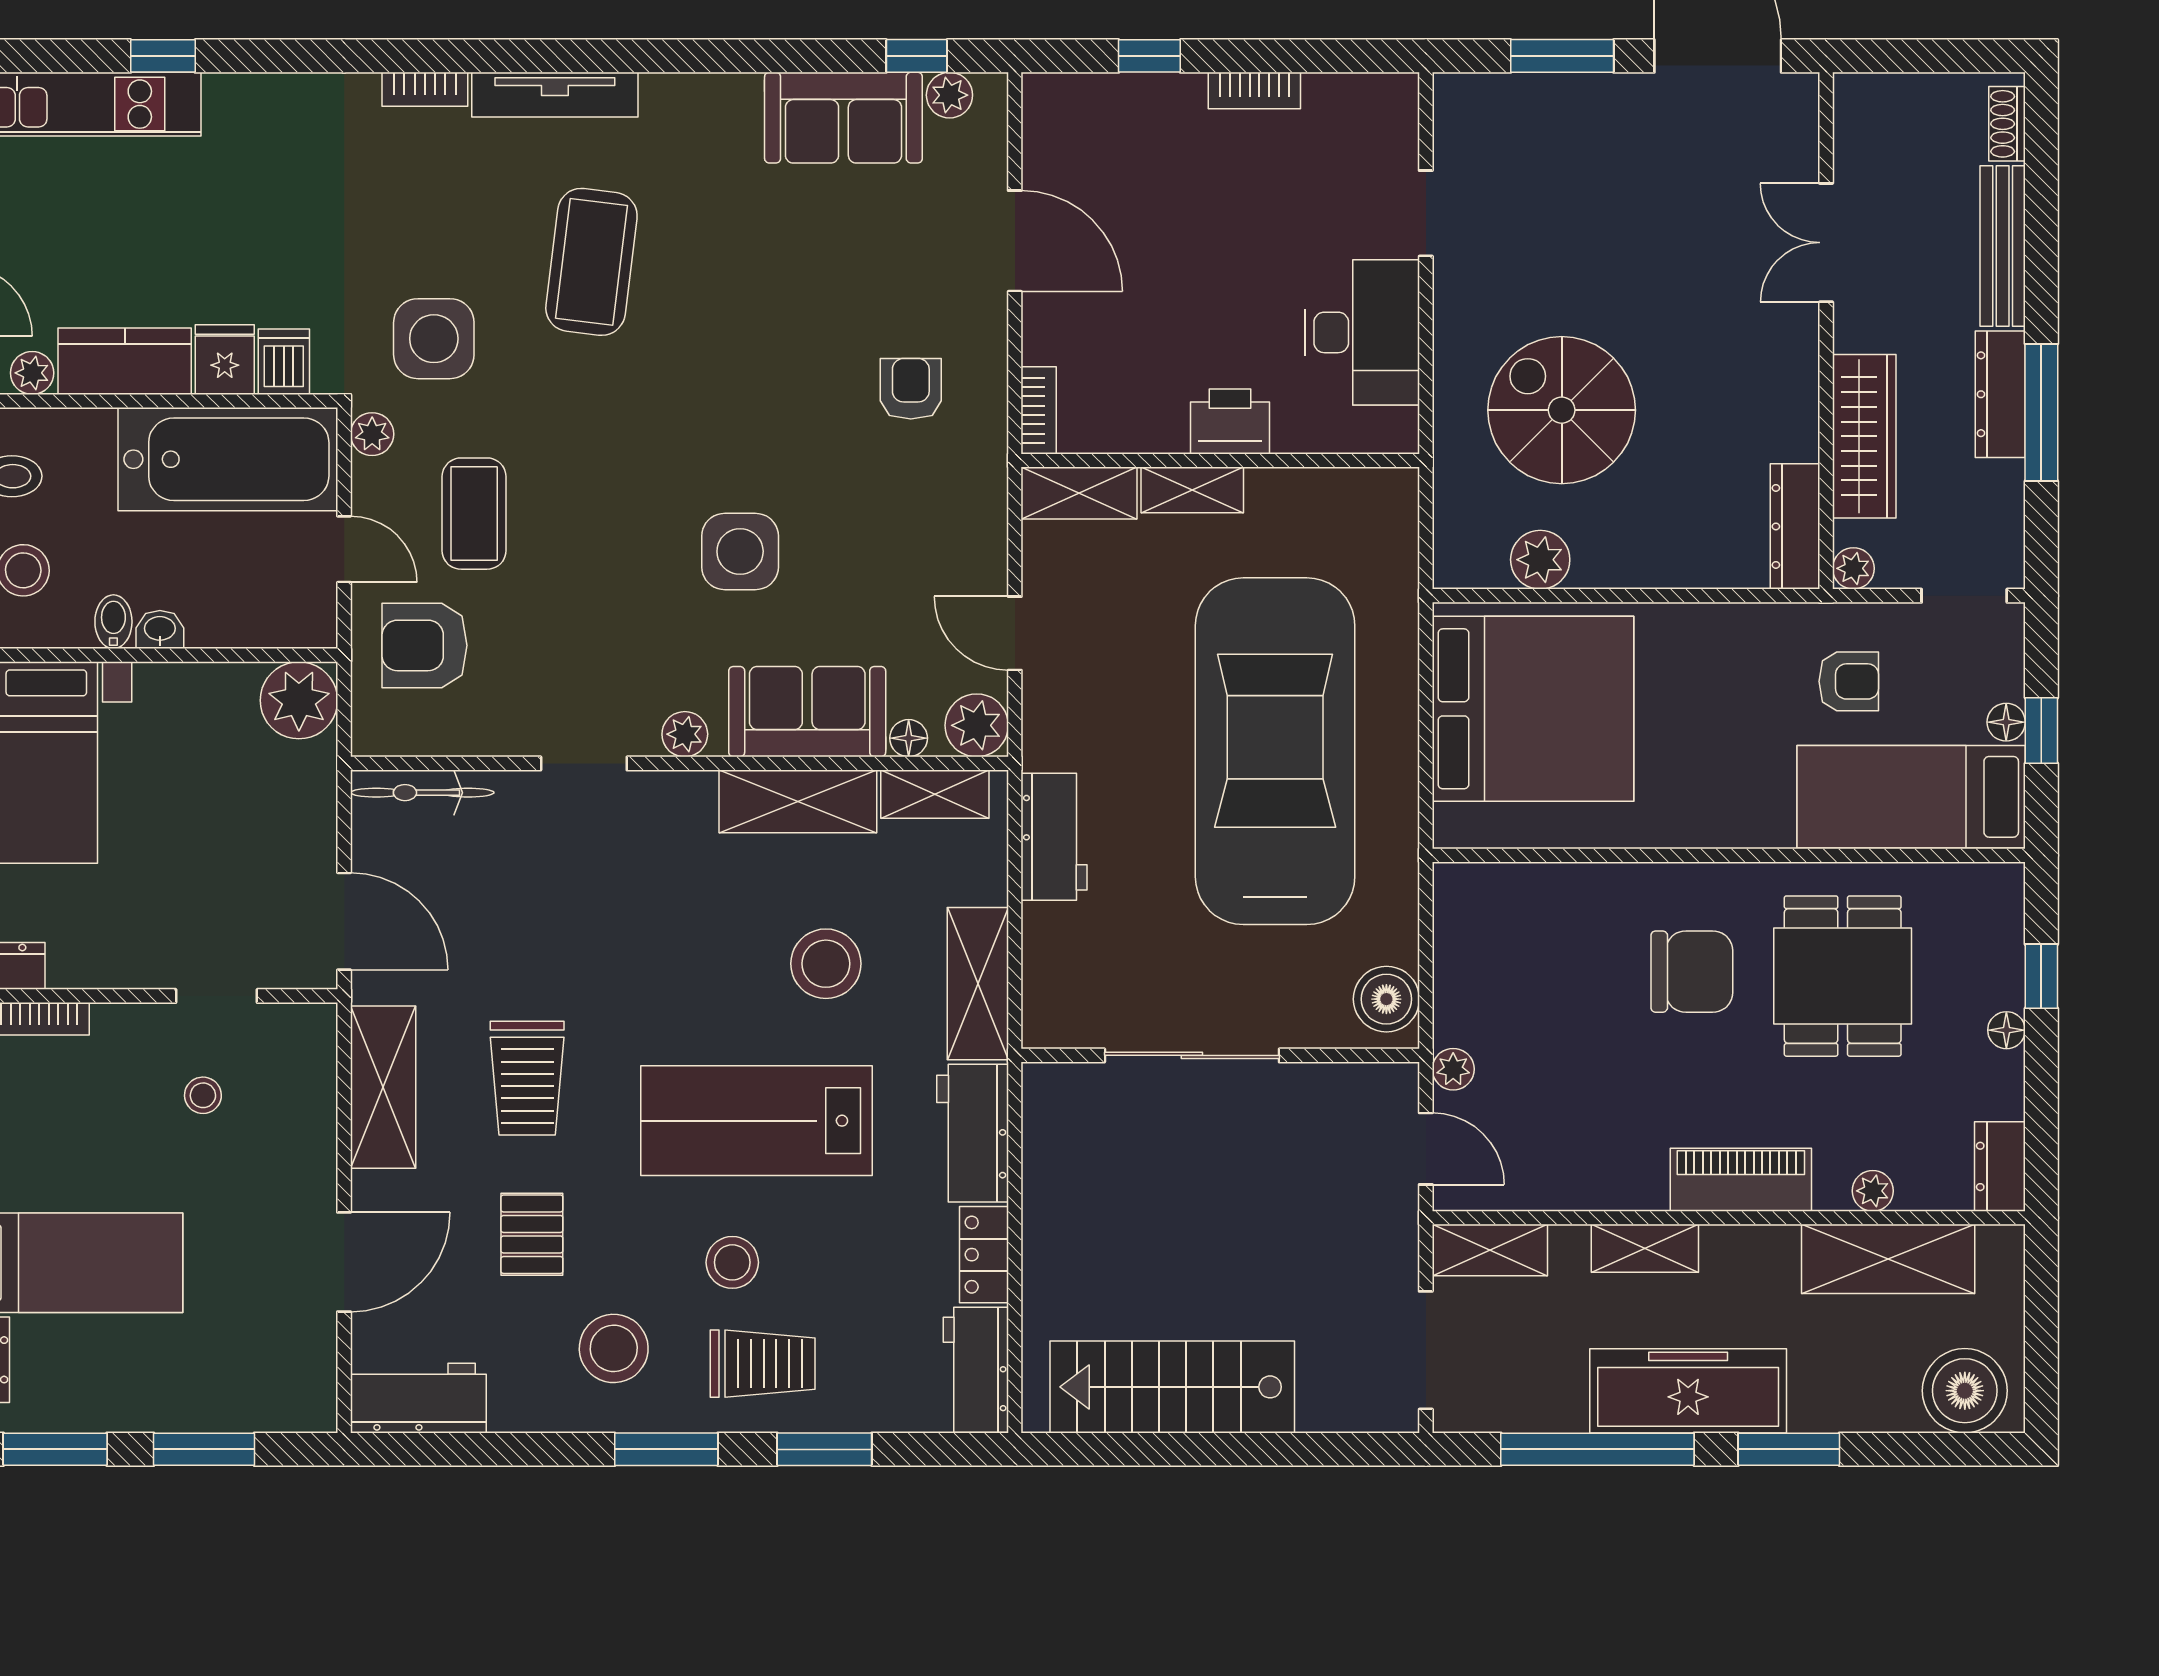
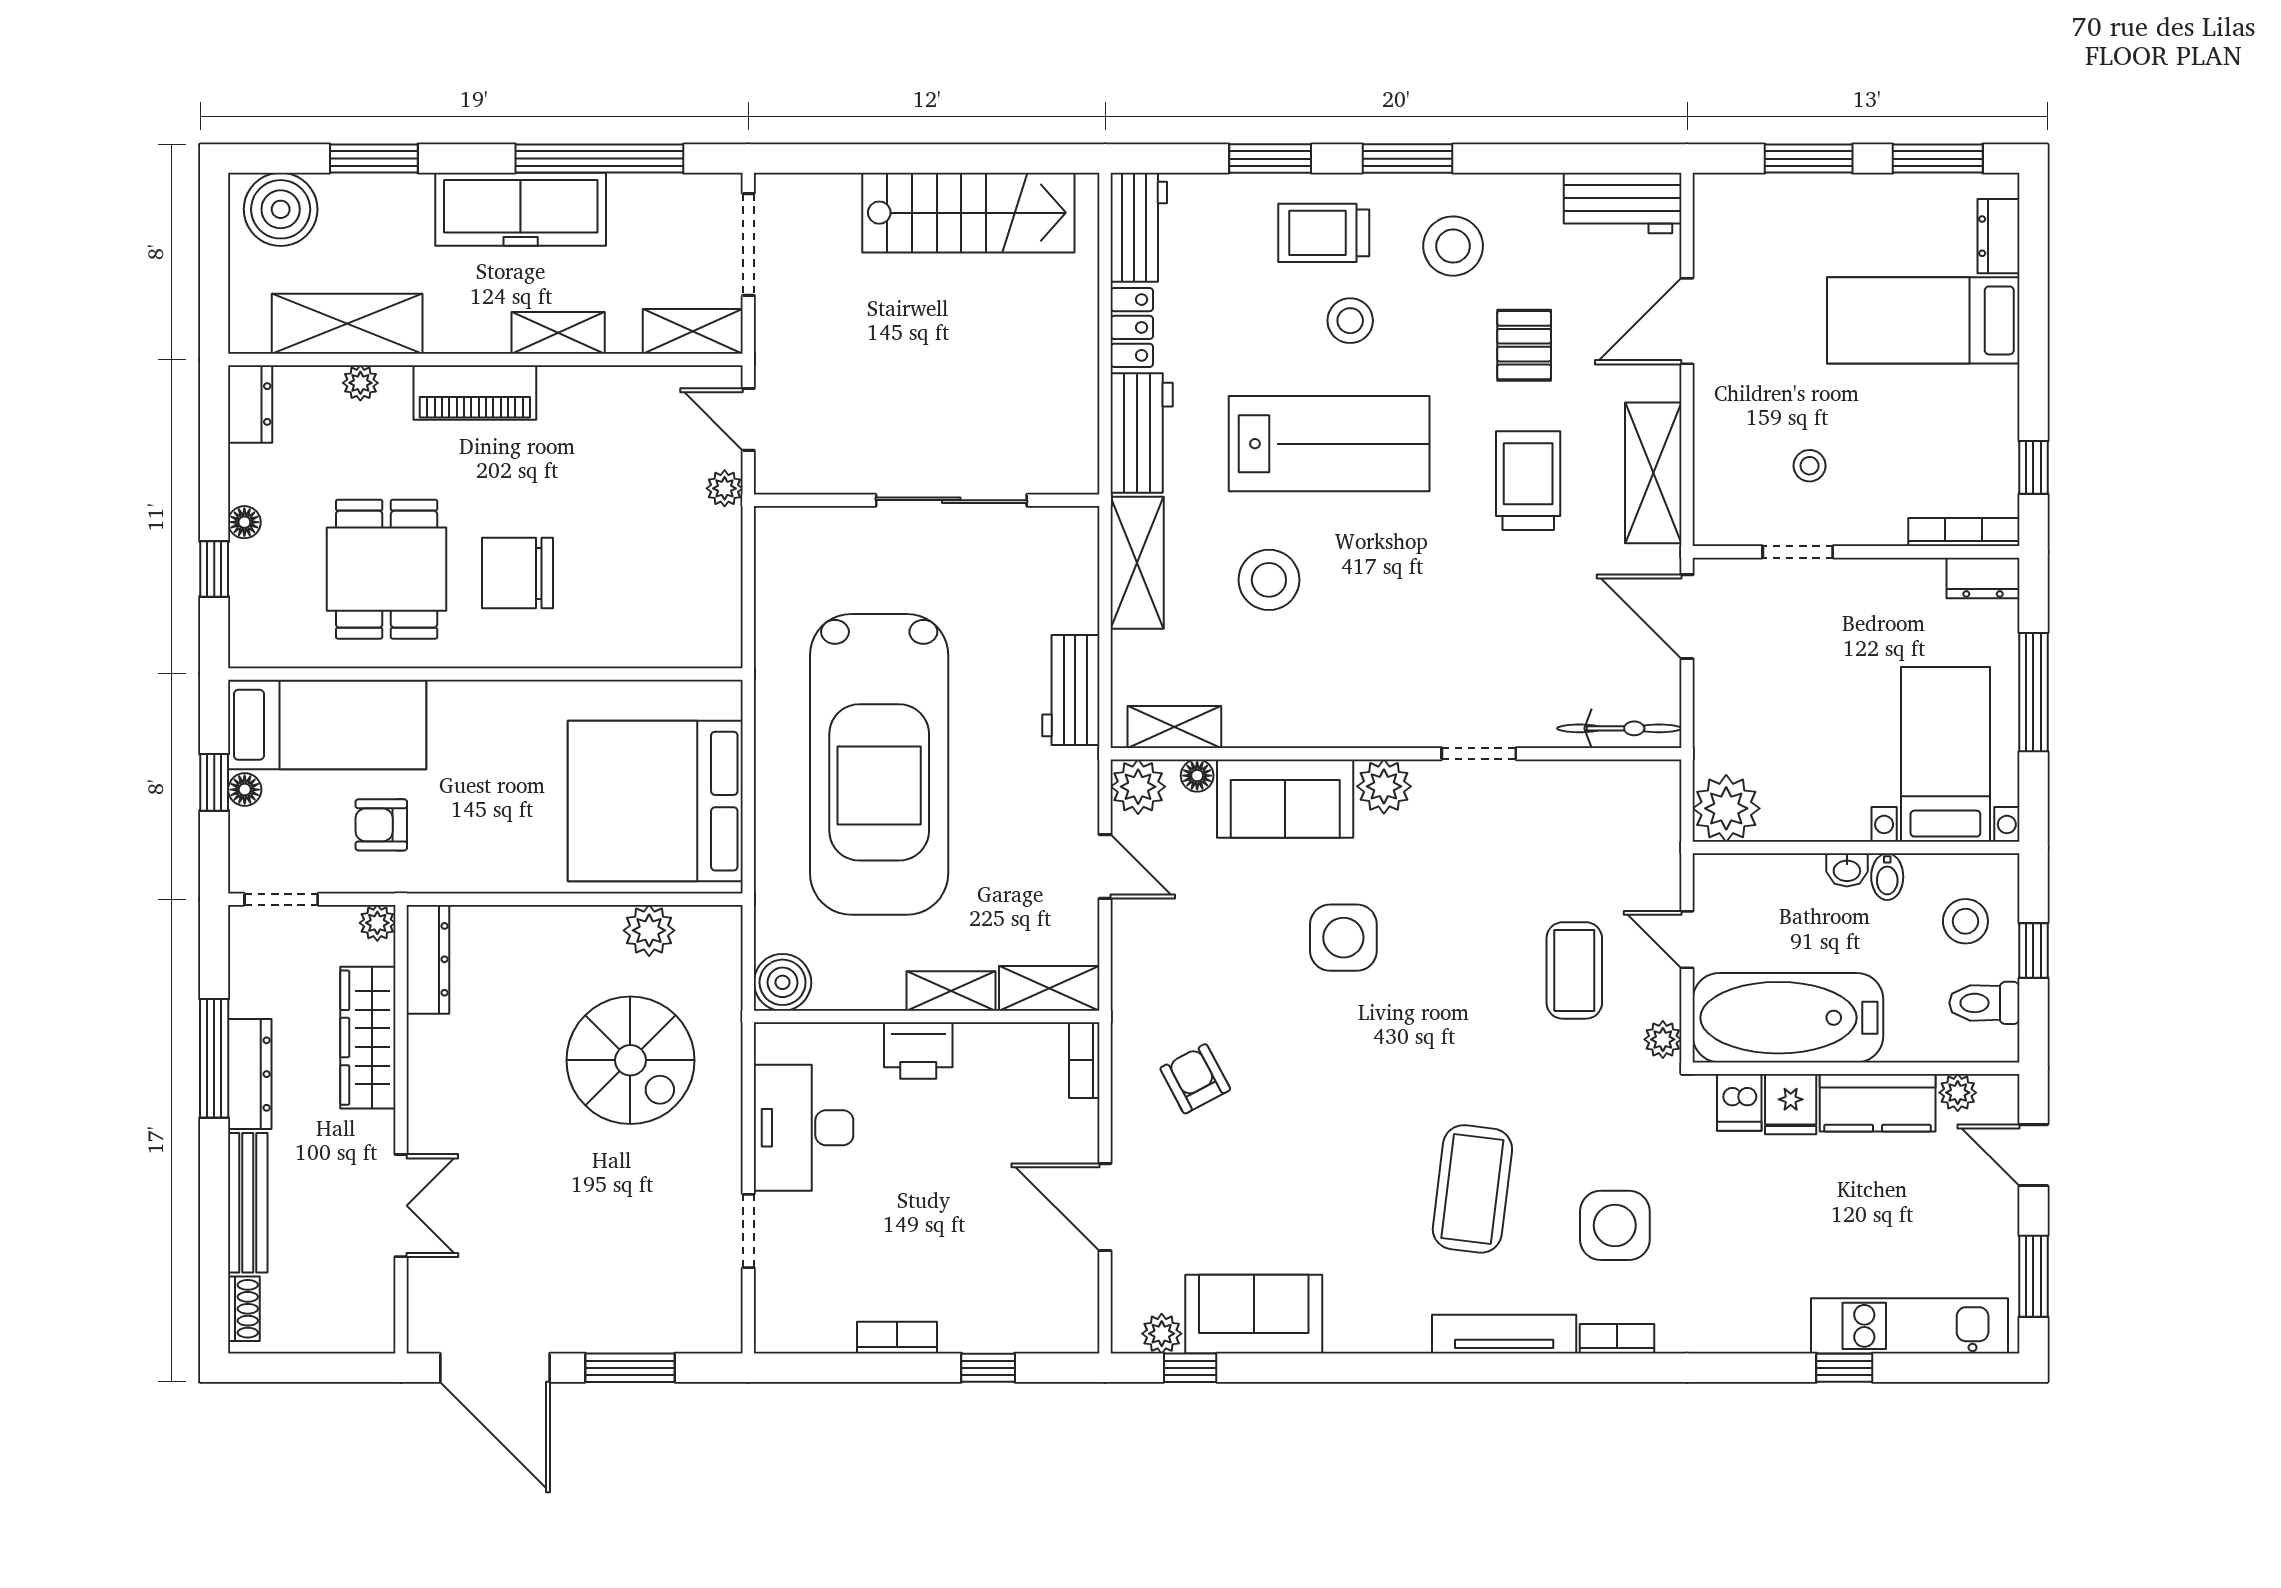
side table: (434, 339) -> (1615, 1225), moved
armchair: (911, 389) -> (1195, 1079), turned 152
armchair: (425, 645) -> (1617, 856), removed
plant: (685, 734) -> (1384, 786), width x1.38, depth x1.38
shelving: (798, 801) -> (1293, 721), removed
boiler: (1386, 999) -> (783, 982), moved
window: (1789, 1449) -> (374, 159), moved

